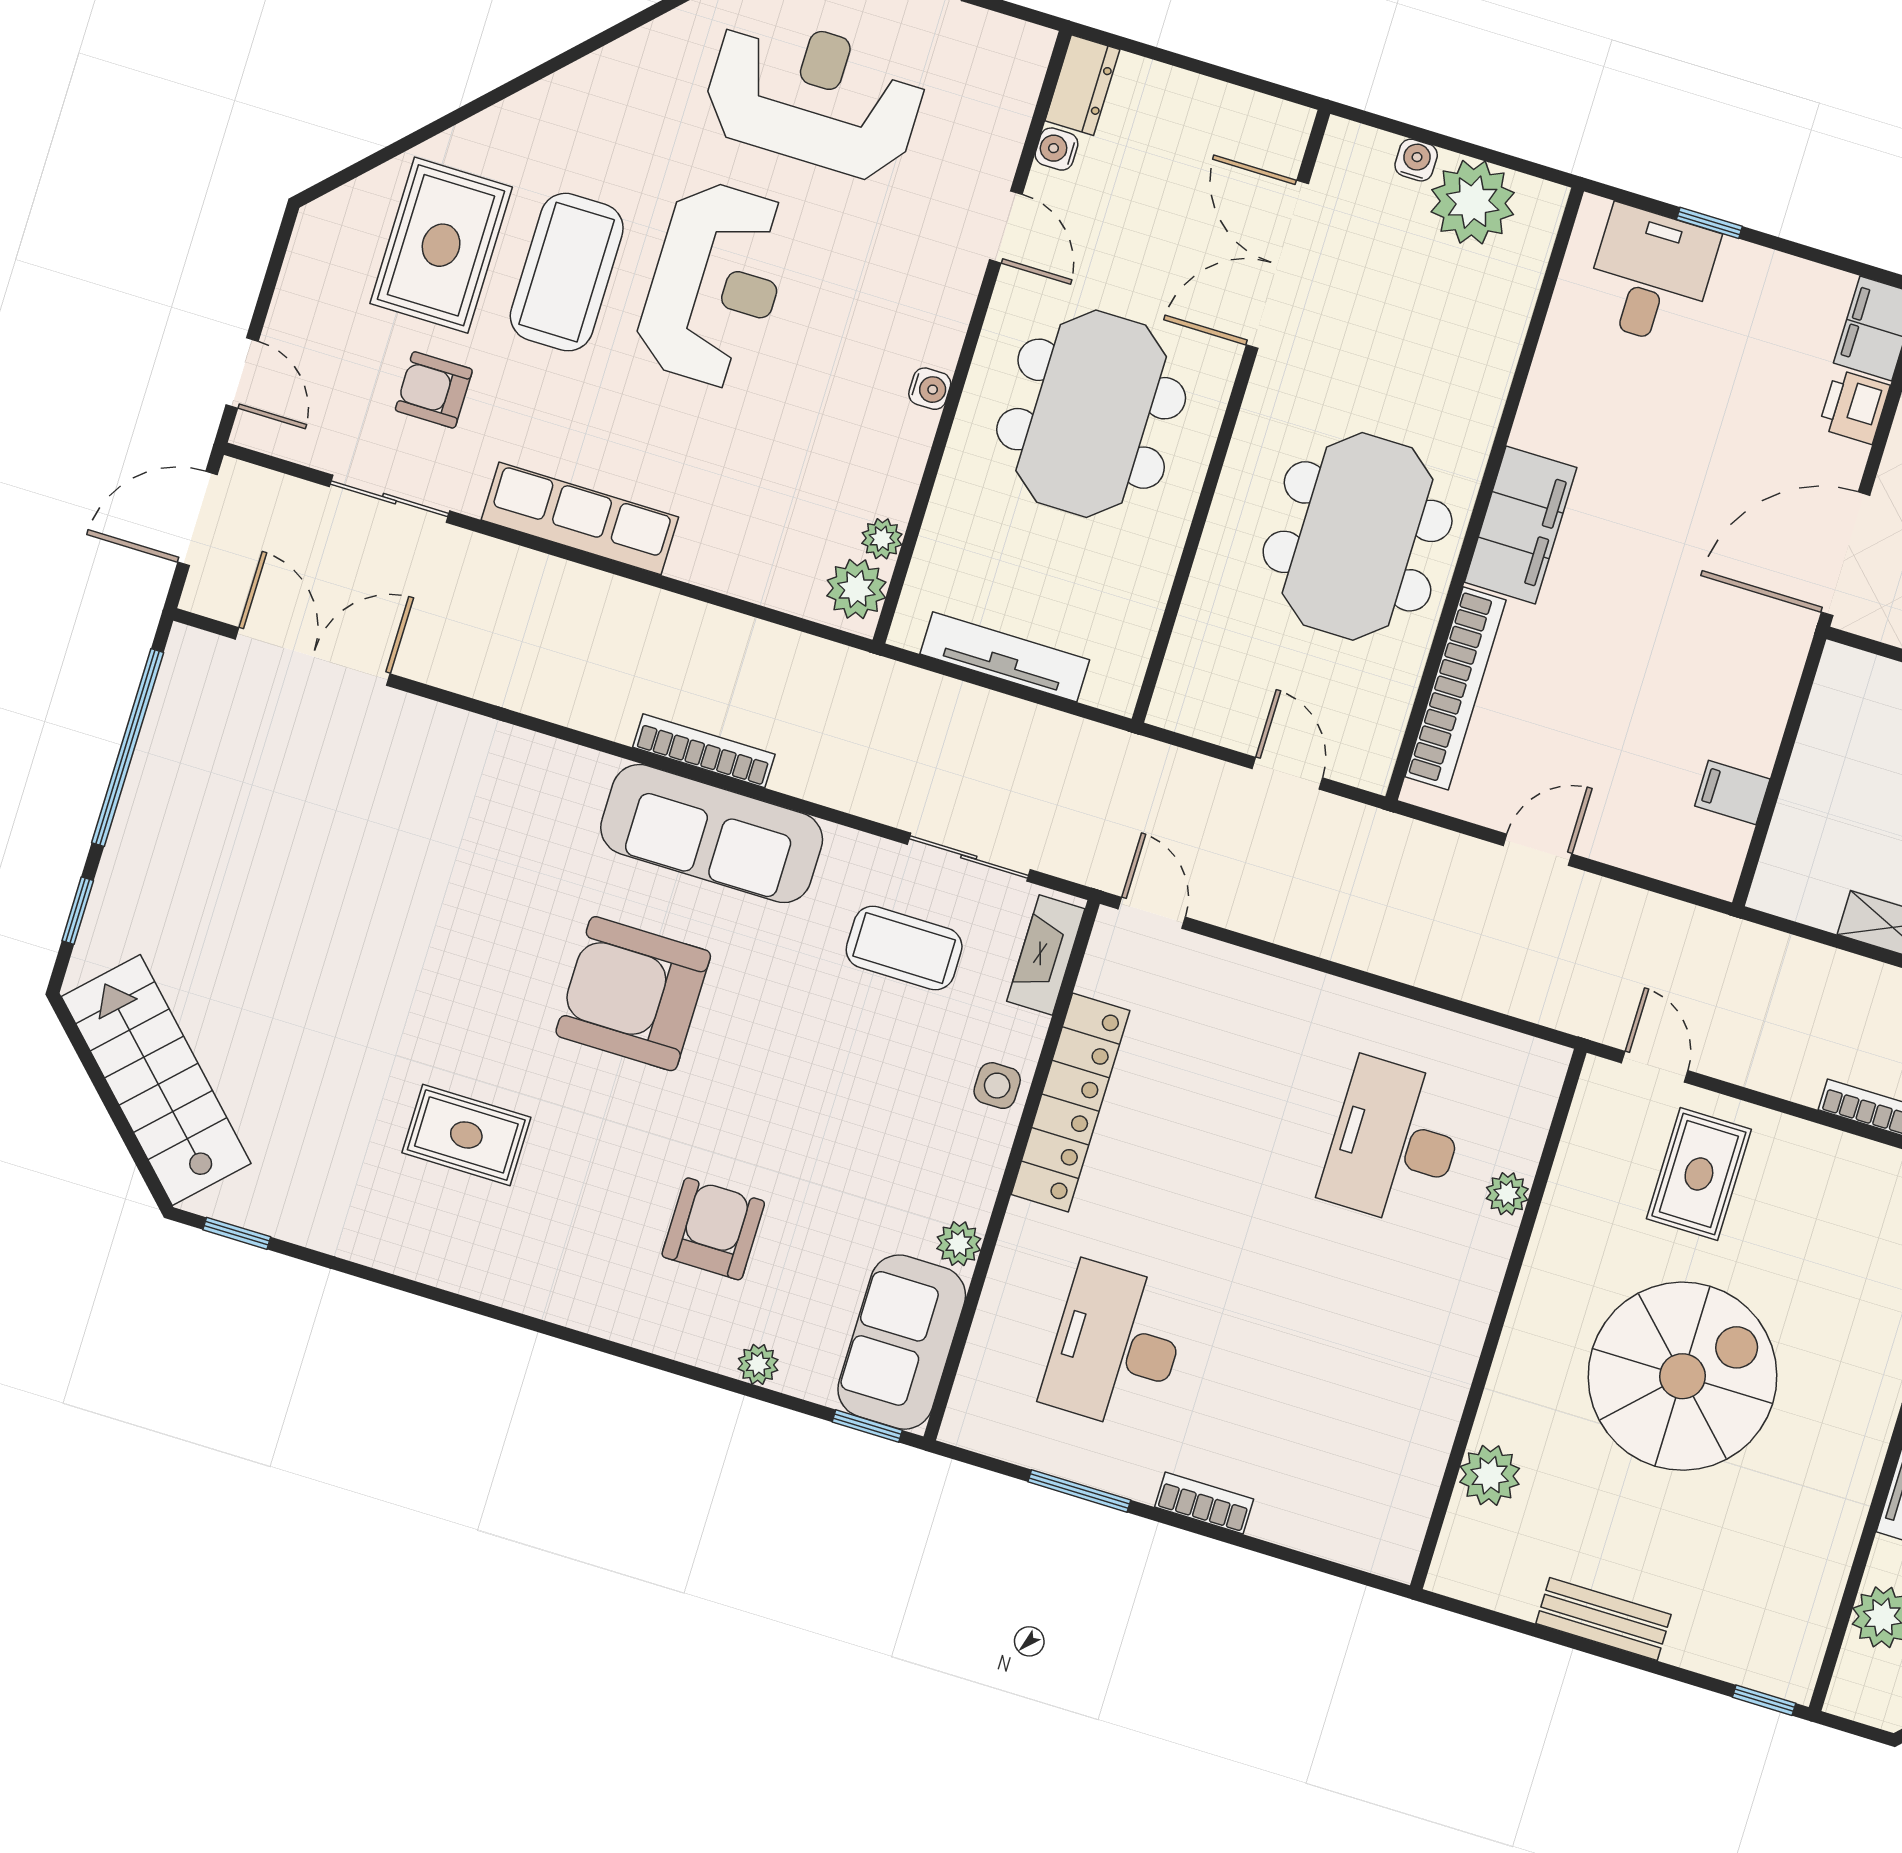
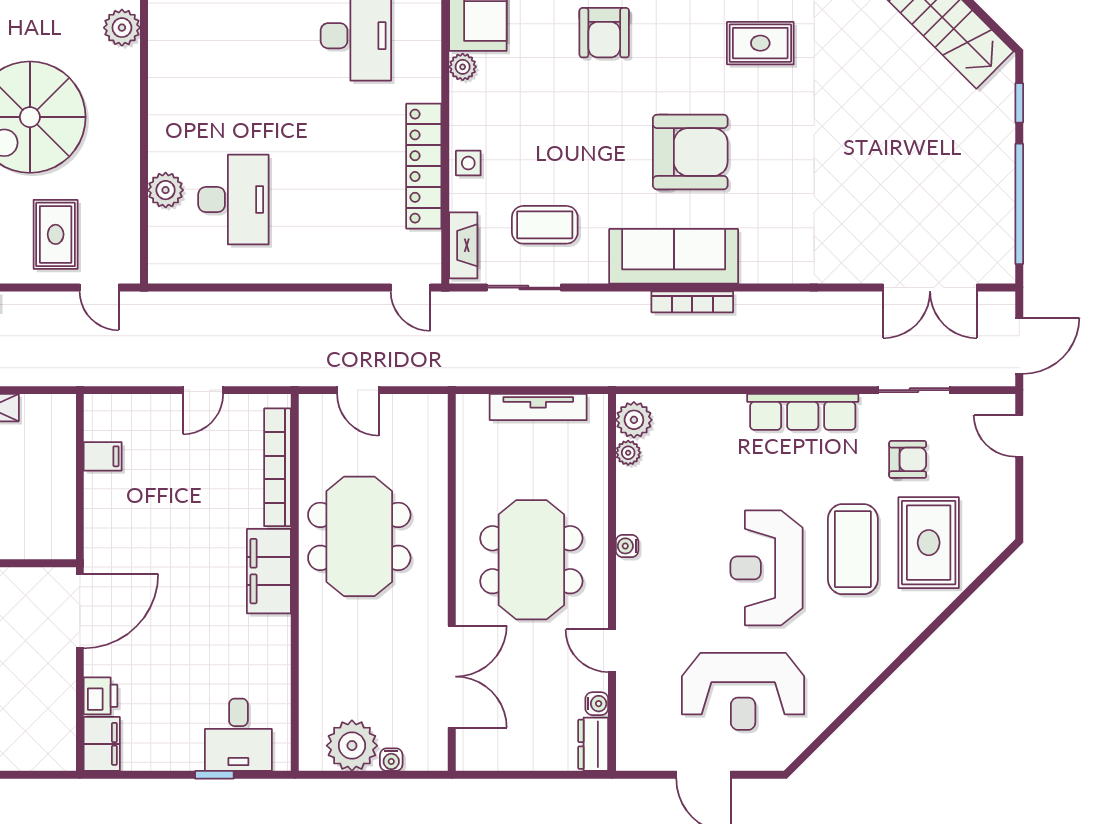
plant: (1507, 1194) -> (166, 190), width x1.38, depth x1.38

